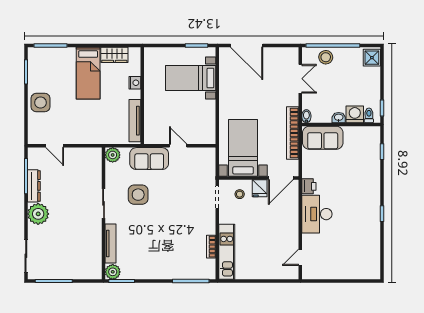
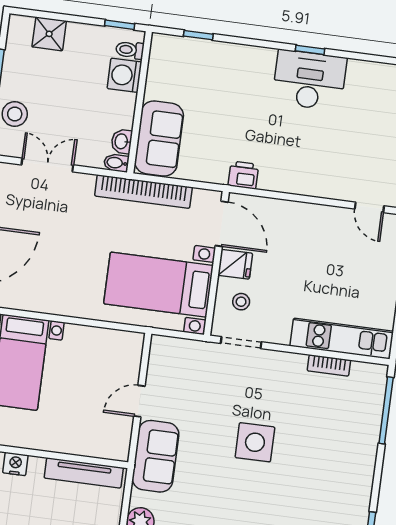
shower: (372, 58) -> (49, 34), moved
washbasin: (339, 118) -> (122, 141), moved
side table: (138, 195) -> (255, 442), moved
desk: (317, 214) -> (309, 80), moved, turned 180

